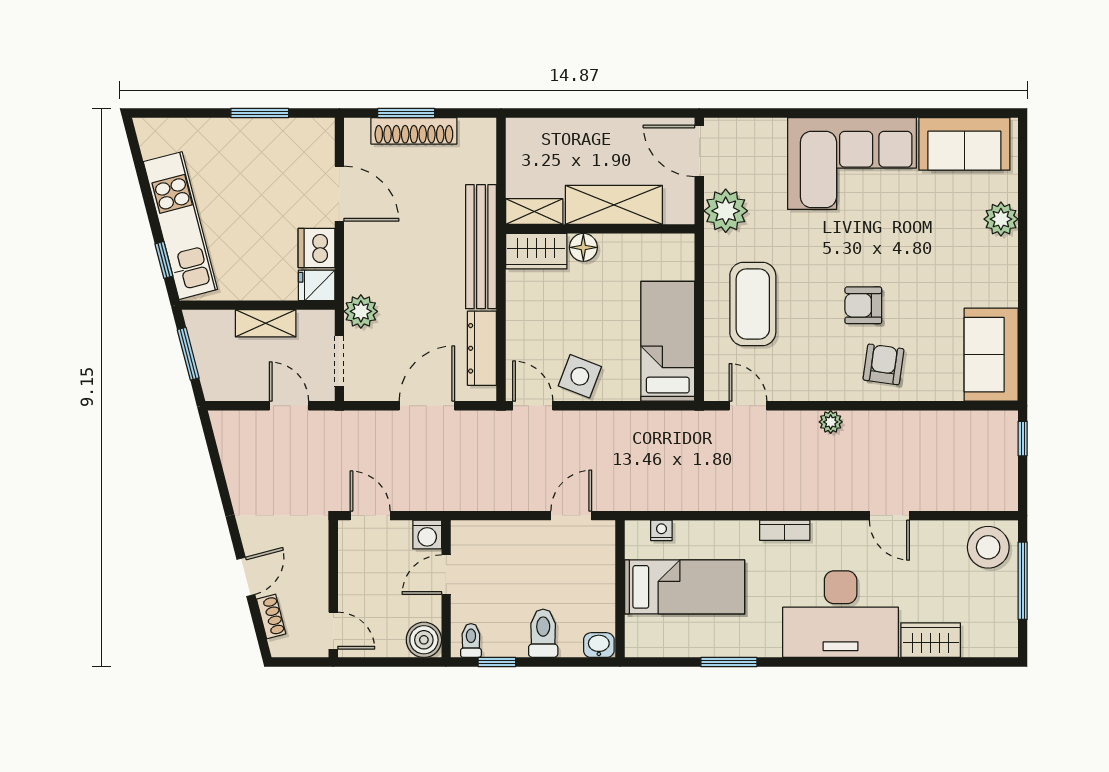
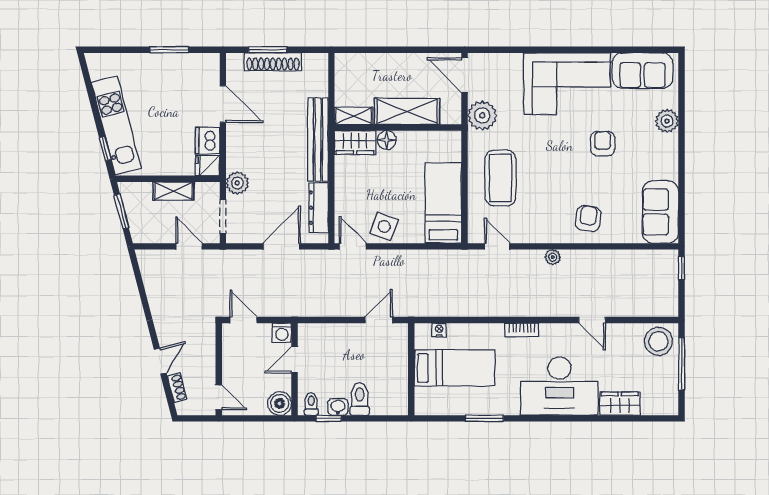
armchair: (863, 305) -> (603, 144), moved, turned 90
washbasin: (599, 645) -> (338, 407), moved

